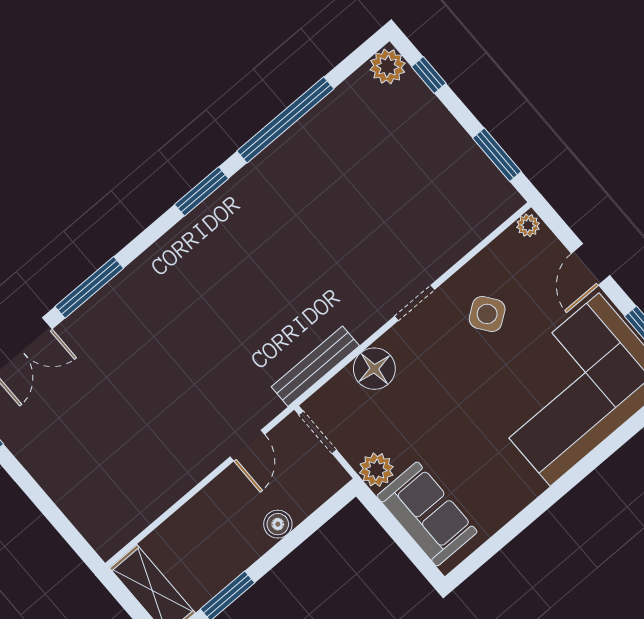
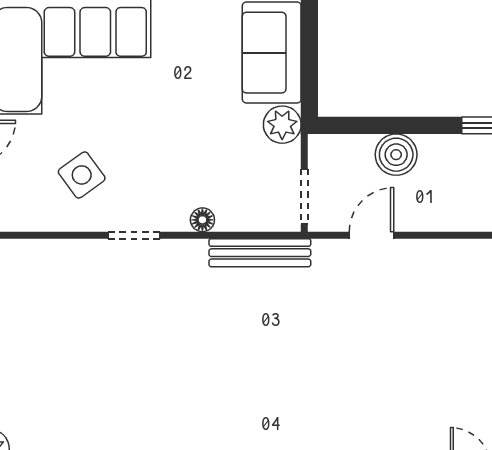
floor lamp: (374, 369) -> (202, 220), width x0.53, depth x0.53
boiler: (278, 524) -> (396, 155), width x1.36, depth x1.36

